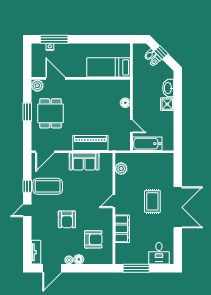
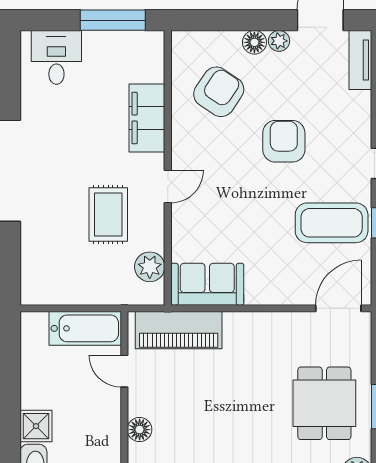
piano: (90, 143) -> (179, 330), moved
sofa: (84, 162) -> (207, 284), moved
rug: (152, 201) -> (108, 215), moved
armchair: (93, 239) -> (219, 92), turned 124

